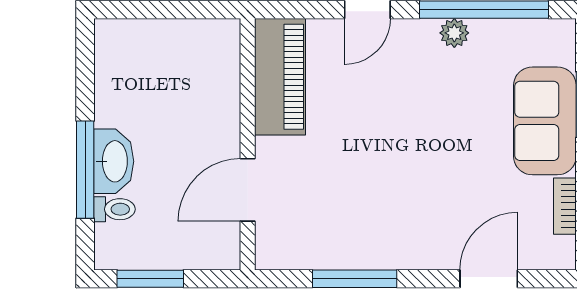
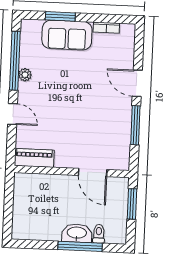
piano: (280, 77) -> (34, 158), width x0.73, depth x0.75
window: (150, 279) -> (132, 204), moved
door: (489, 279) -> (137, 83), moved

